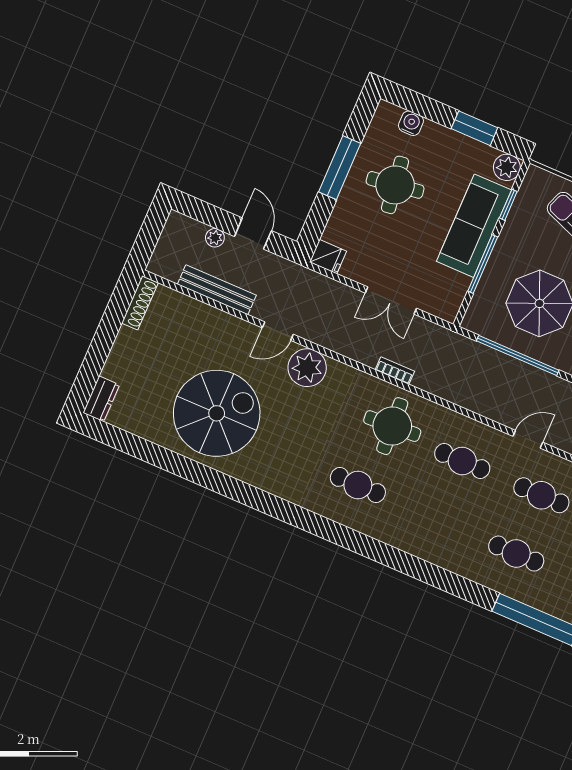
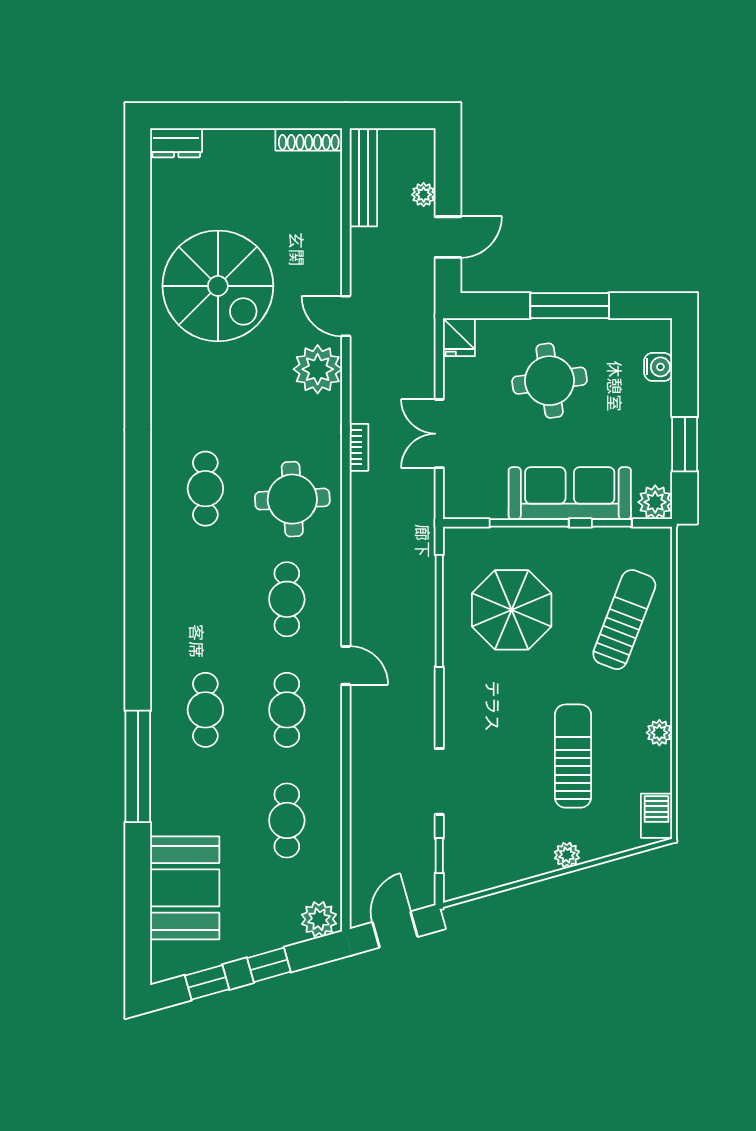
round table: (395, 185) -> (550, 381), moved
bench: (217, 290) -> (363, 177), moved
bookcase: (395, 371) -> (359, 447), moved

